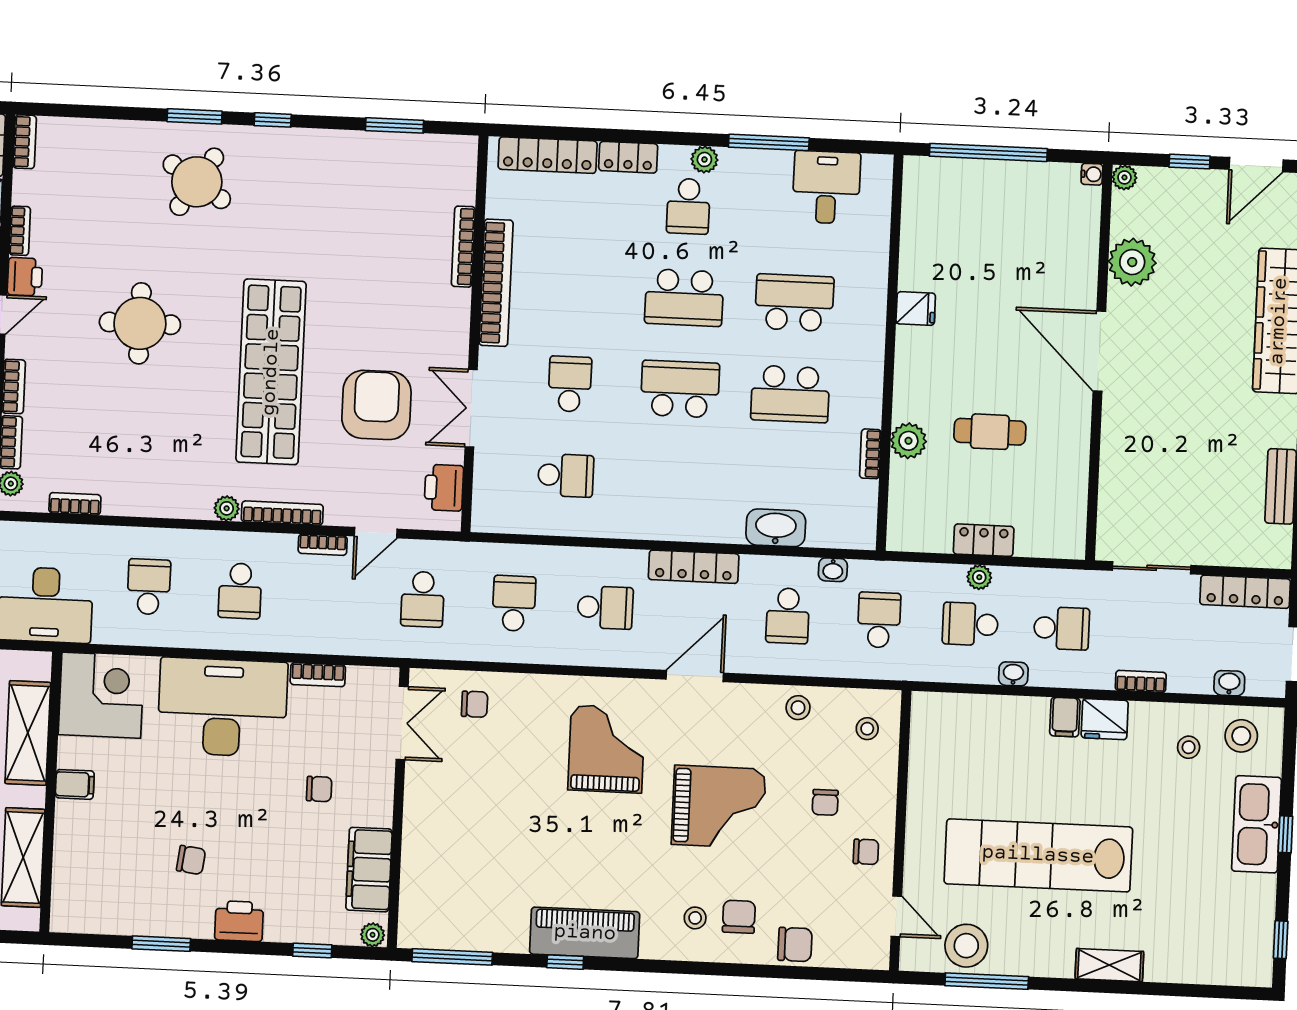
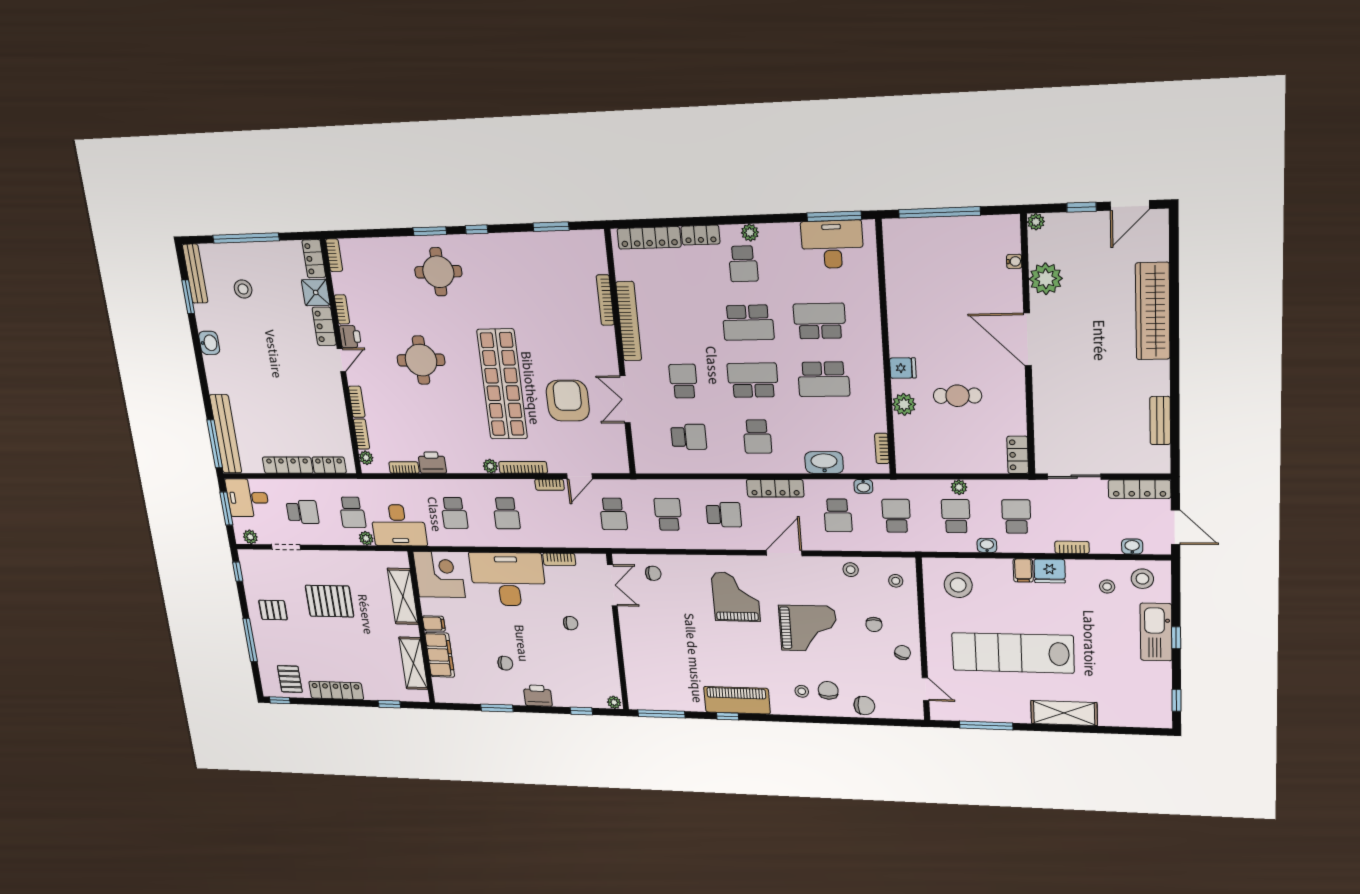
window: (769, 142) -> (834, 216), moved
water cooler: (1092, 174) -> (1014, 261), moved
round table: (197, 182) -> (438, 272), turned -33
desk: (826, 187) -> (832, 244), width x1.37
fridge: (916, 309) -> (903, 368), moved
bookcase: (870, 454) -> (882, 448), moved
school desk: (676, 480) -> (757, 437), added
printer: (444, 488) -> (432, 463), moved, turned 90
locker: (984, 540) -> (1018, 455), moved, turned -90
school desk: (149, 587) -> (454, 513), turned 180
school desk: (970, 624) -> (956, 516), turned 90
school desk: (1062, 628) -> (1016, 516), turned -90
chair: (866, 852) -> (903, 653), turned -69
filing cabinet: (369, 870) -> (440, 655), moved, turned 180
stool: (966, 946) -> (958, 585), moved
shelving: (1109, 965) -> (1064, 713), width x1.50, depth x1.33

